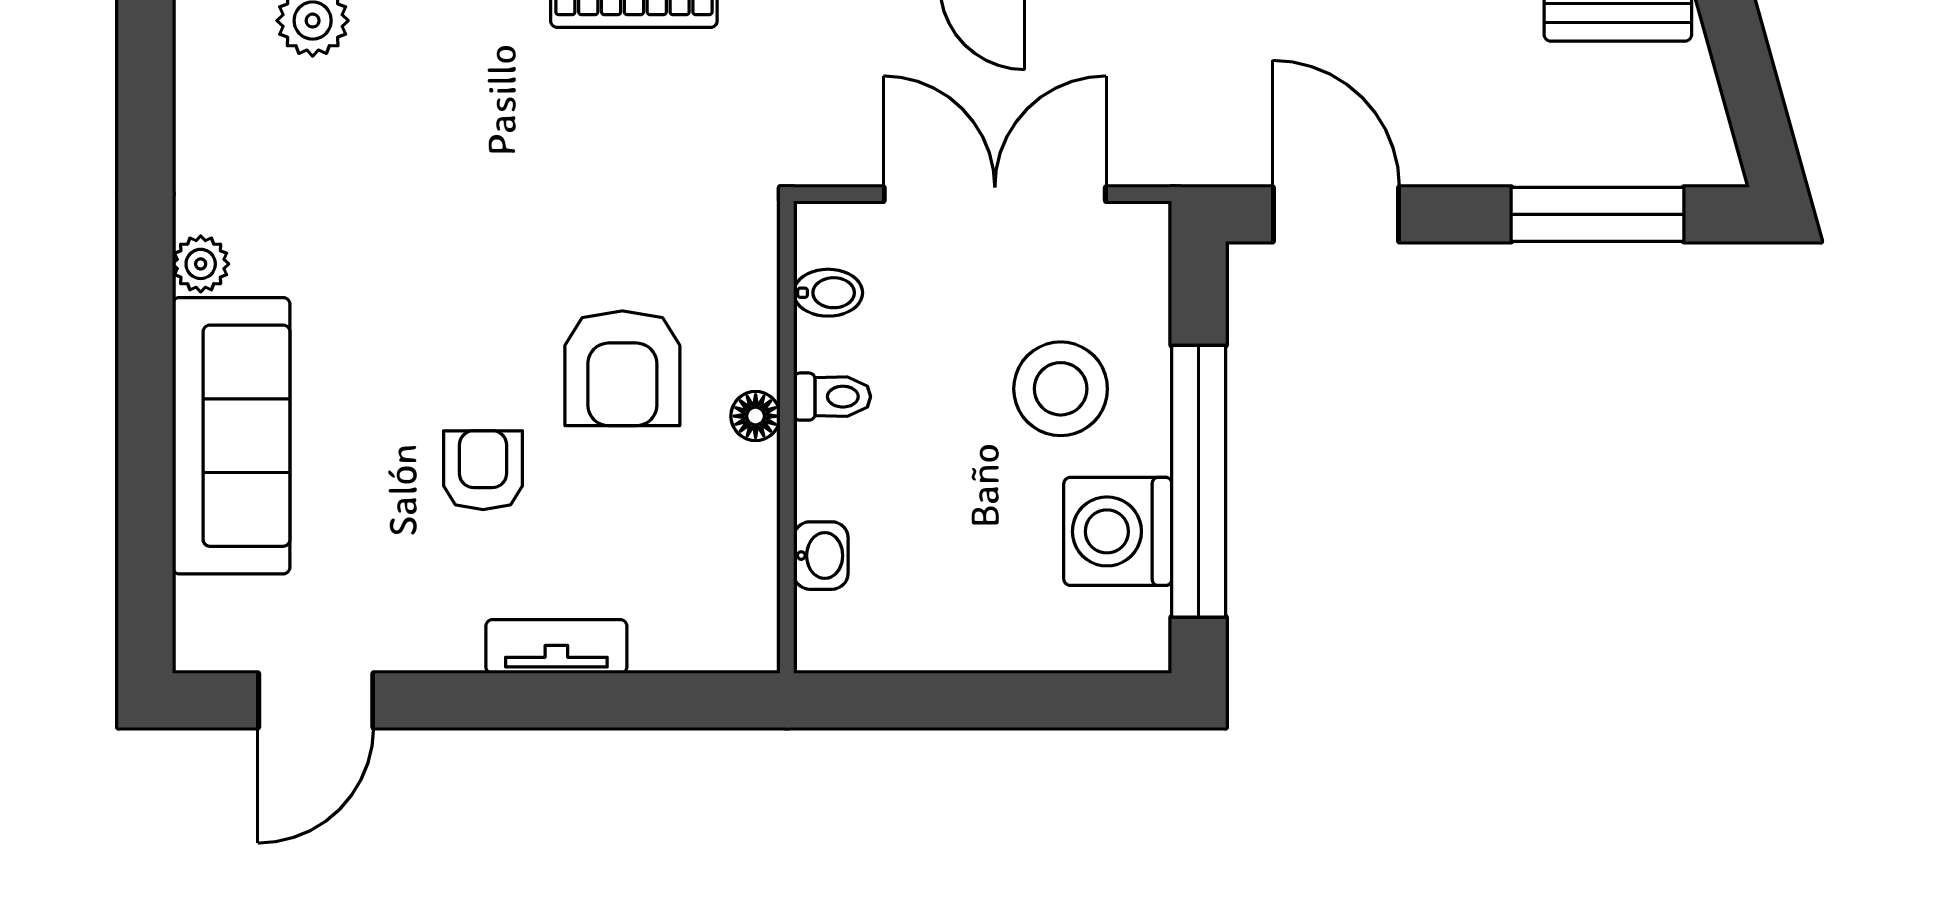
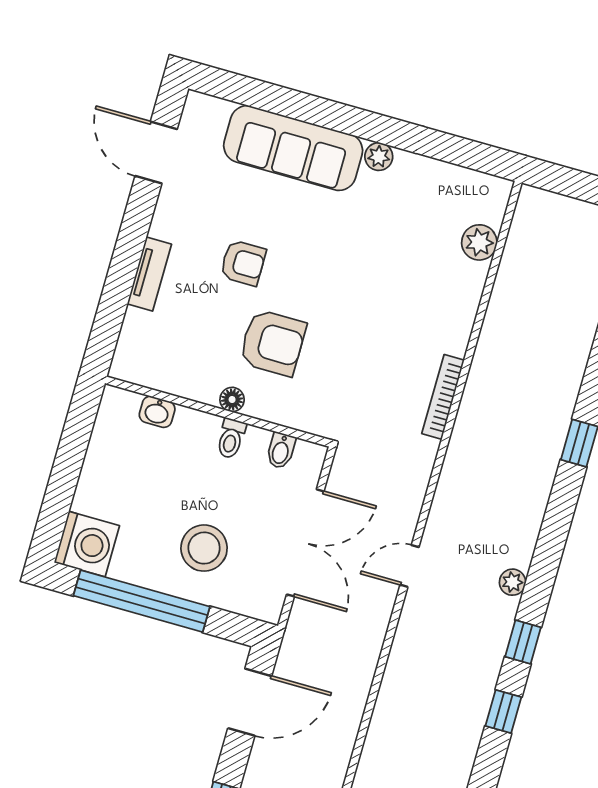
armchair: (622, 368) -> (273, 343), turned 180
washing machine: (1118, 531) -> (87, 544), moved, turned 90

